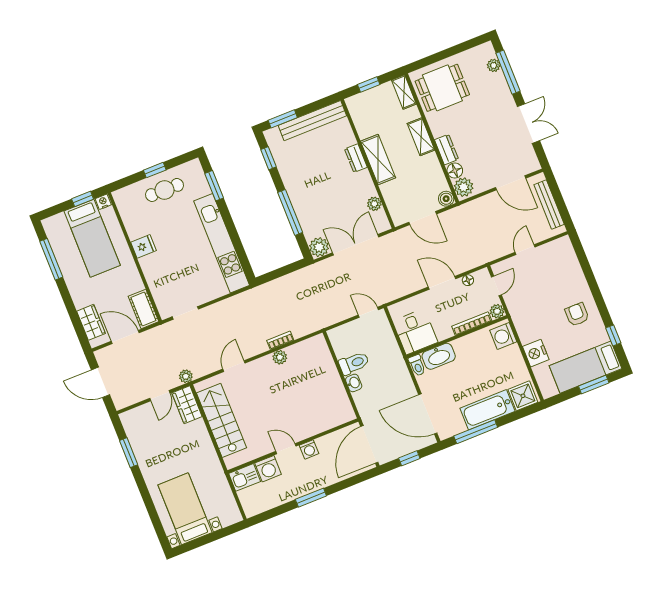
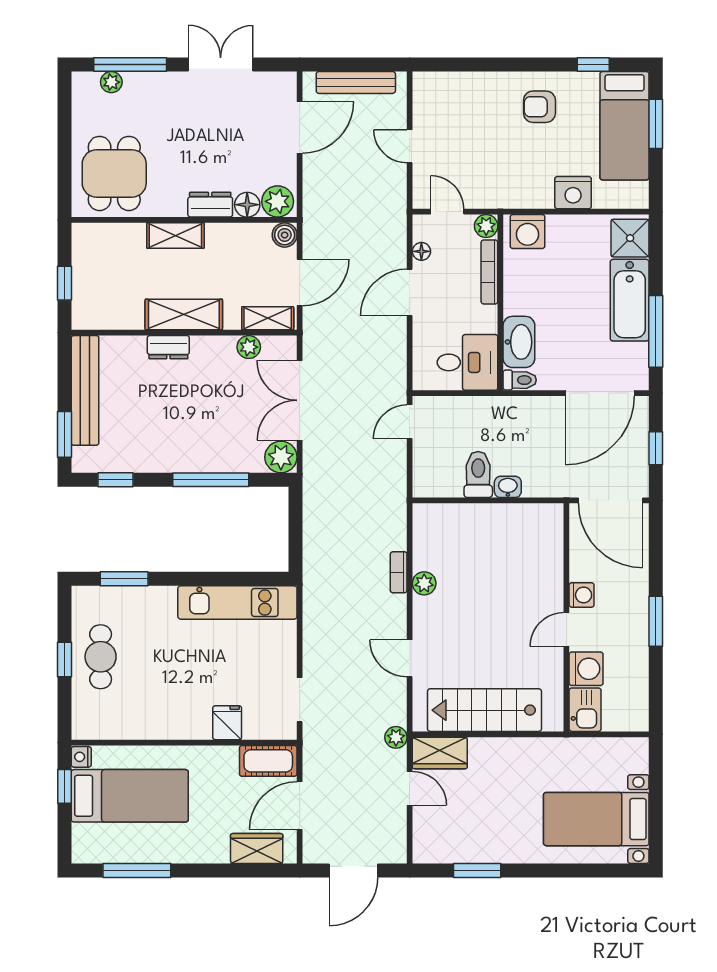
shelving: (404, 92) -> (268, 318), moved
kitchen unit: (222, 243) -> (237, 603), width x0.73
fridge: (144, 246) -> (227, 723), moved

